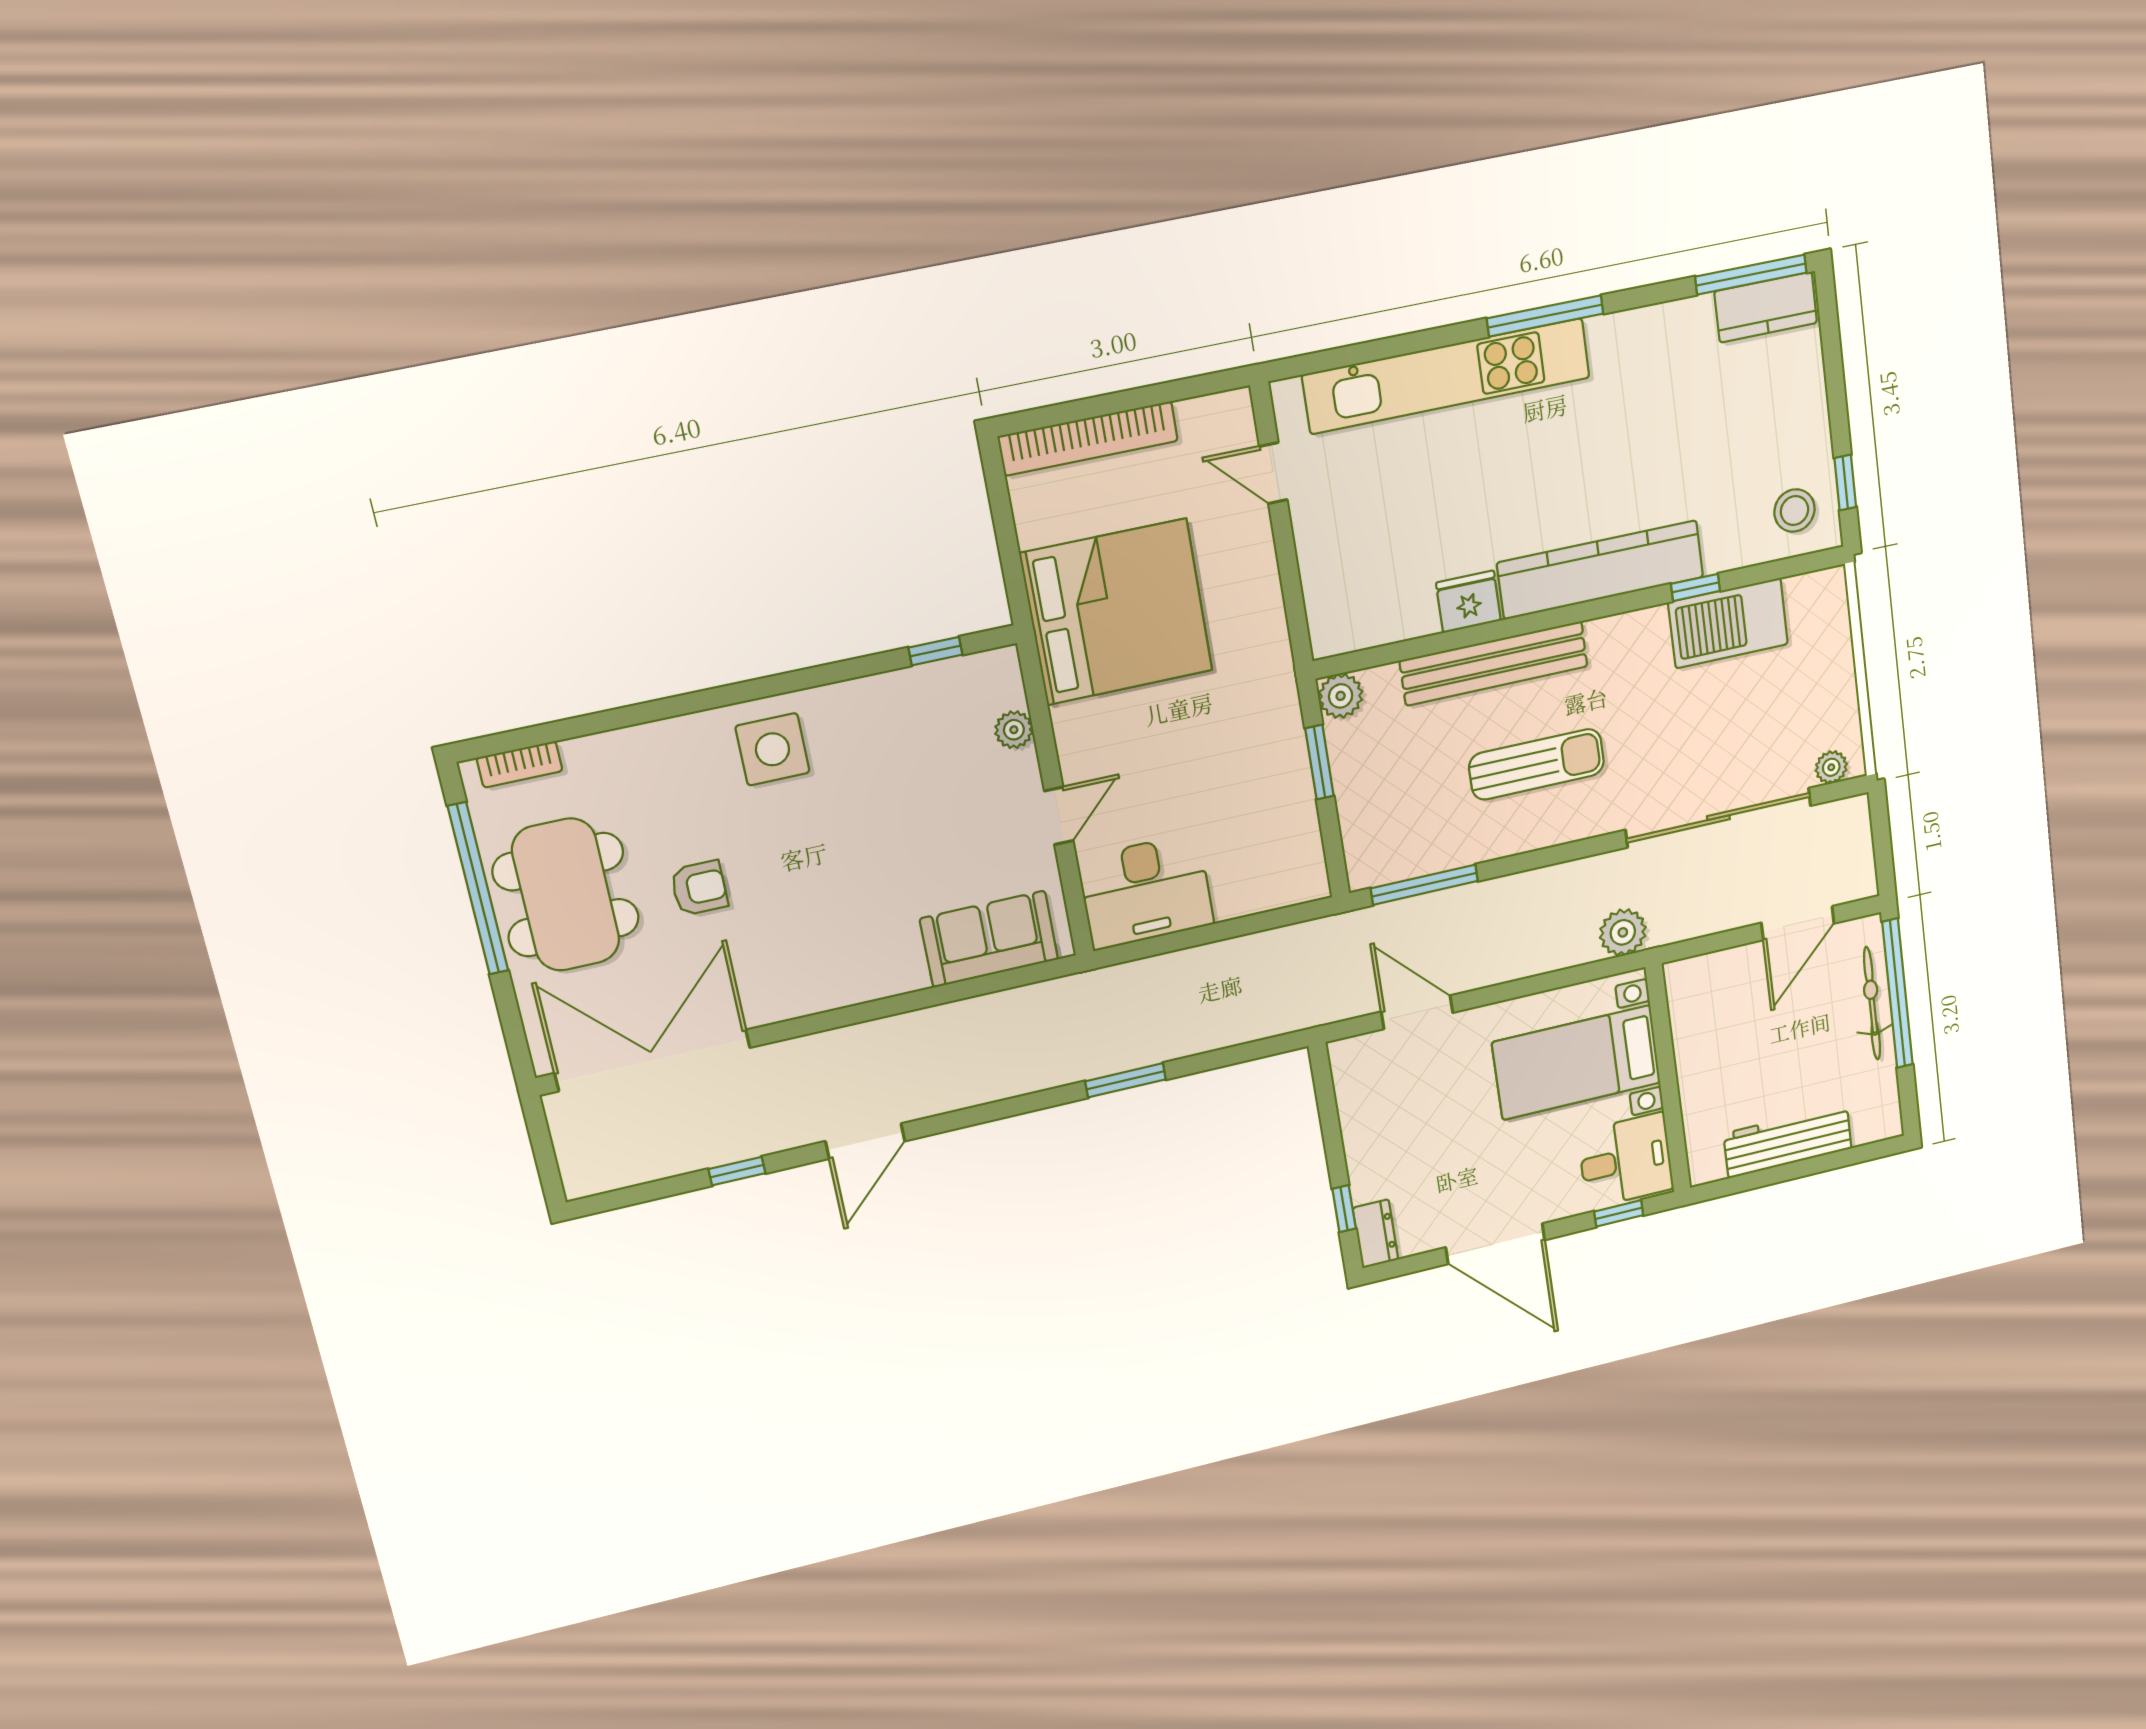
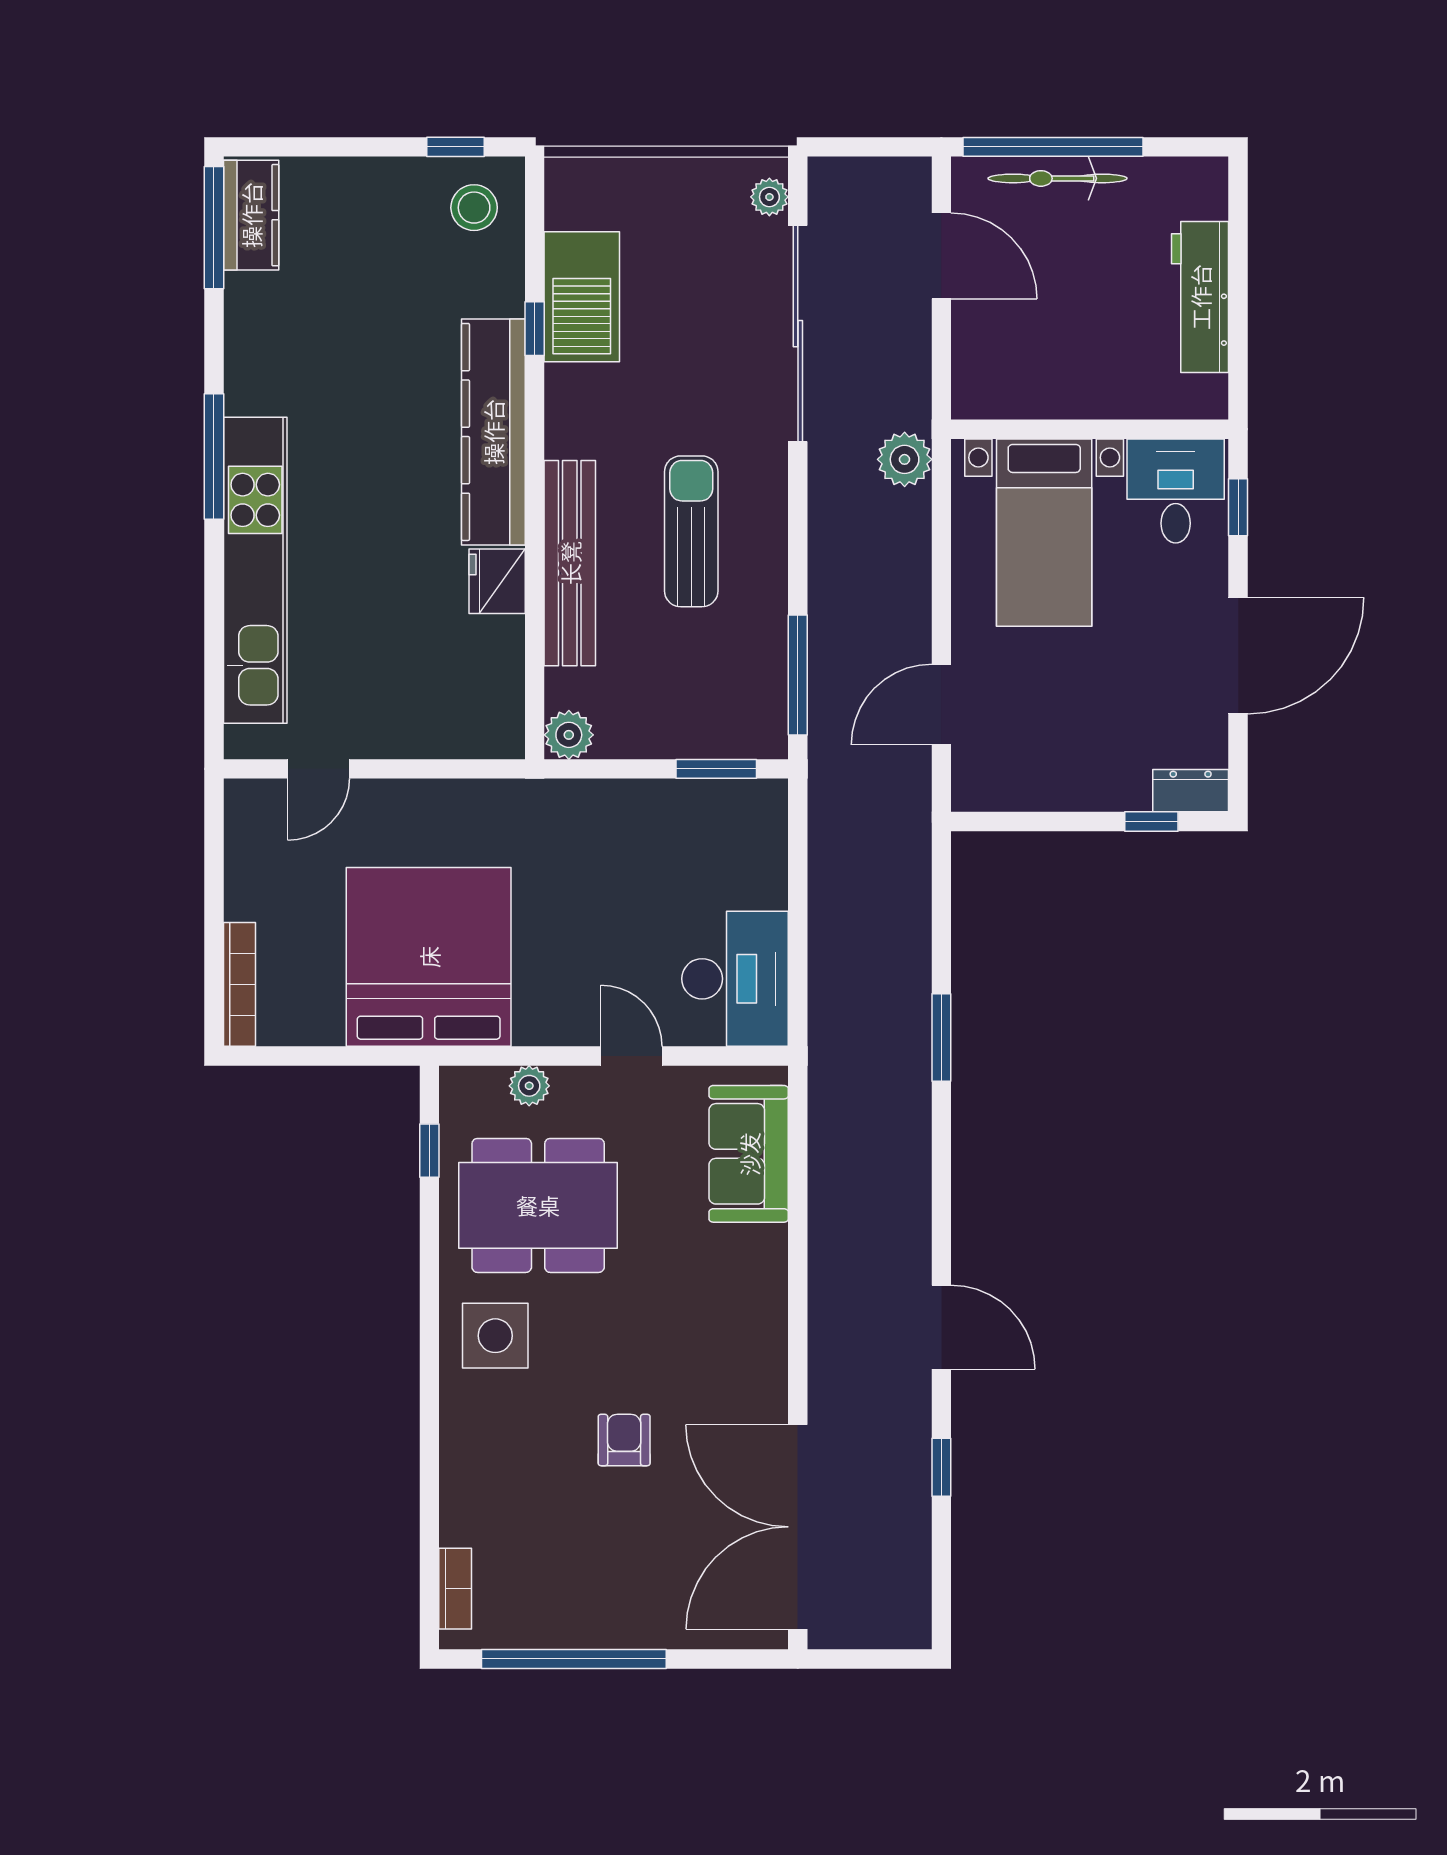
bookcase: (1088, 439) -> (239, 984), width x0.68, depth x0.76
window: (1319, 762) -> (716, 769), moved
dining table: (566, 895) -> (538, 1205), moved

